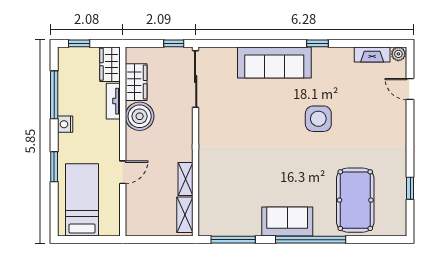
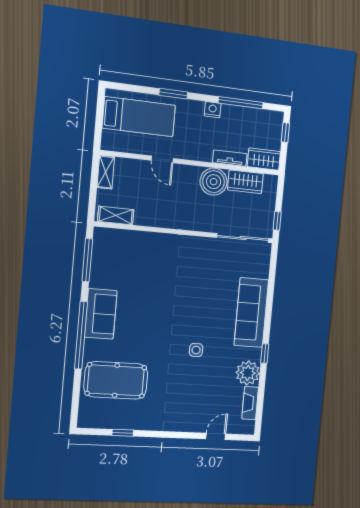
plant: (398, 54) -> (248, 373), moved, width x1.87, depth x1.87
side table: (318, 119) -> (196, 350), width x0.54, depth x0.54
shelving: (186, 179) -> (106, 172), moved, turned 90

